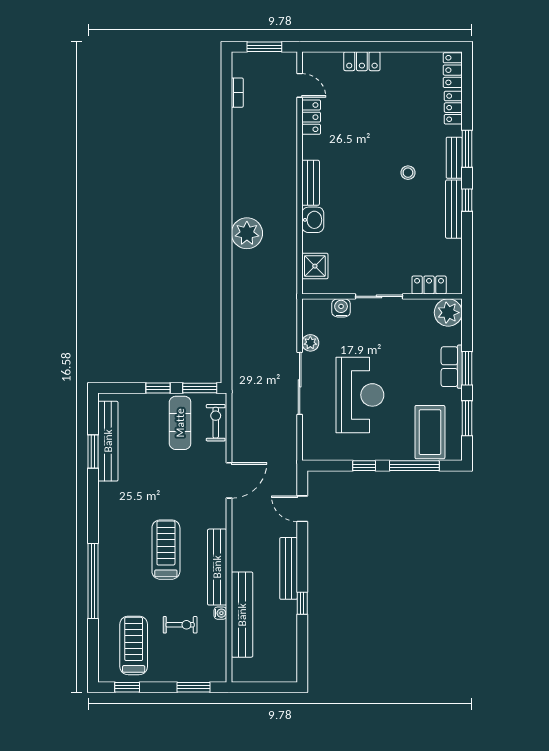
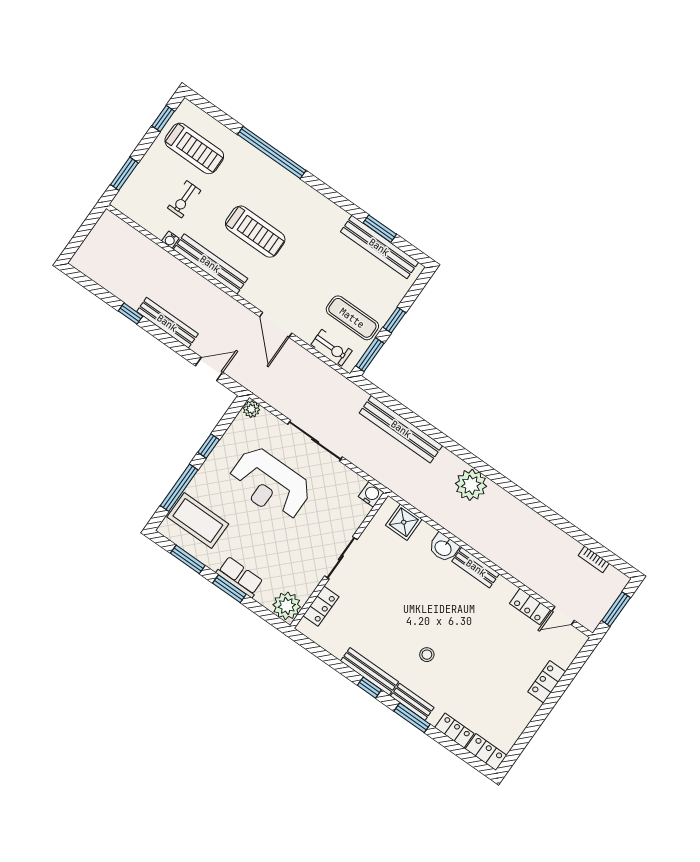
water cooler: (341, 308) -> (371, 495), moved, turned -90
plant: (310, 343) -> (251, 409), moved
bench: (242, 615) -> (401, 429), moved

